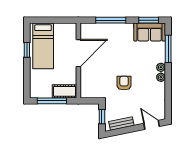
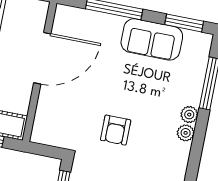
sofa: (150, 32) -> (152, 39), moved
armchair: (124, 83) -> (116, 130), turned 180

